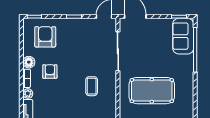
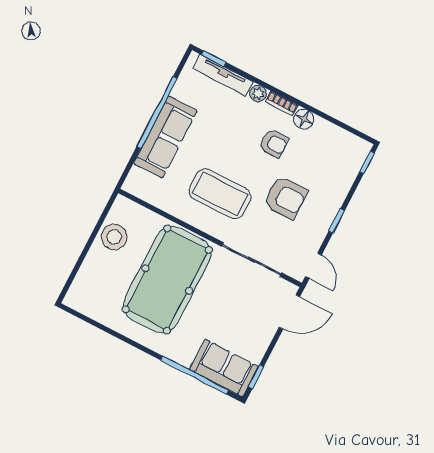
armchair: (45, 37) -> (285, 198), moved
coffee table: (92, 86) -> (220, 194), width x1.86, depth x1.72
pool table: (152, 91) -> (167, 280), width x1.36, depth x1.32

